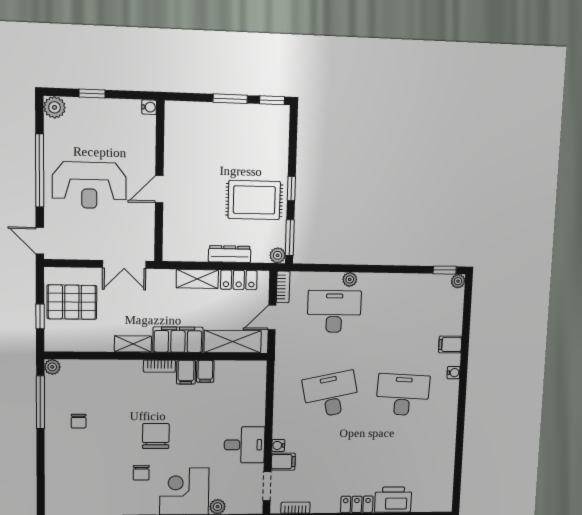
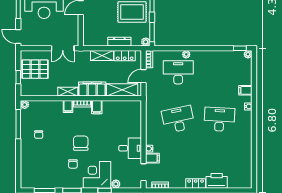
filing cabinet: (205, 371) -> (68, 106), moved

